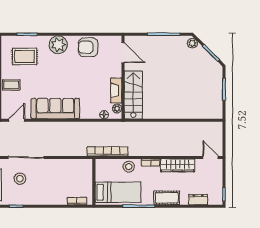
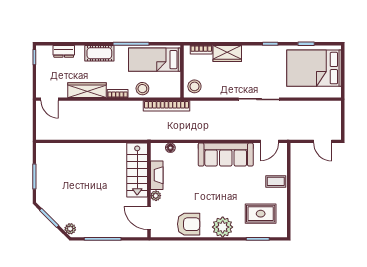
plant: (117, 108) -> (156, 196), moved
stool: (20, 179) -> (194, 86), moved
wardrobe: (54, 198) -> (227, 54), added

